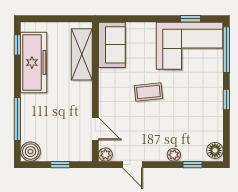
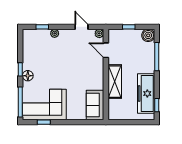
shelving: (82, 54) -> (115, 82), moved
coffee table: (148, 92) -> (71, 74), removed
floor lamp: (215, 150) -> (28, 76), moved

